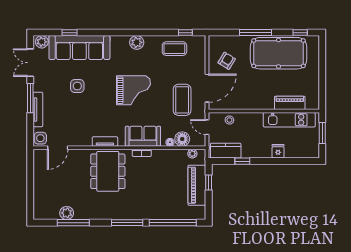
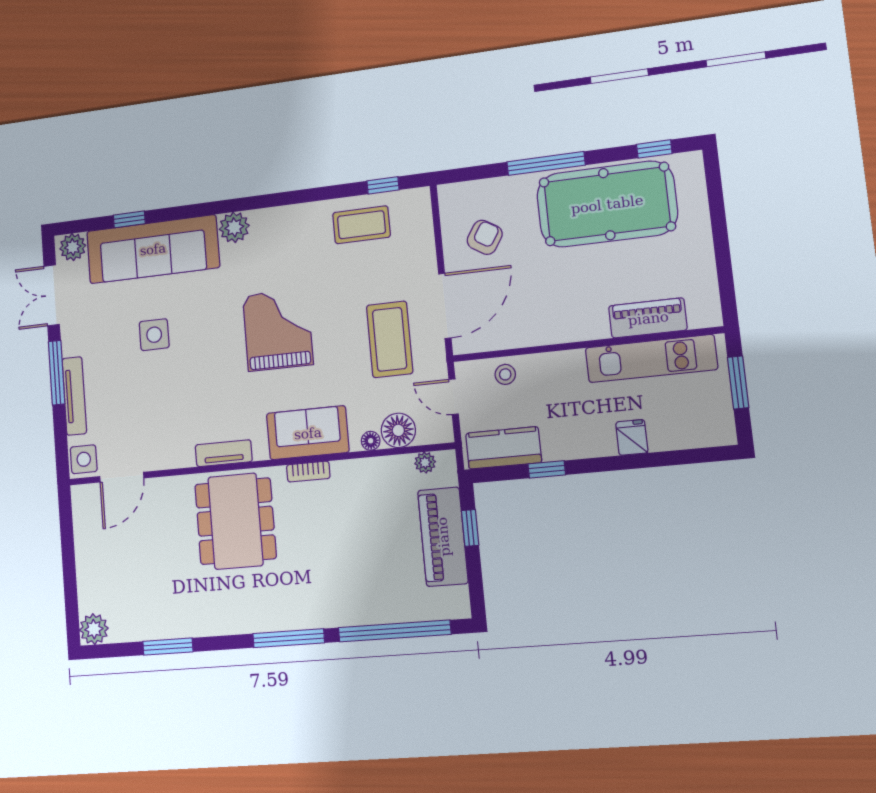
plant: (137, 42) -> (234, 227), moved
grand piano: (134, 90) -> (278, 330), turned -90
plant: (67, 213) -> (94, 629), moved
window: (73, 223) -> (168, 647), width x0.69

